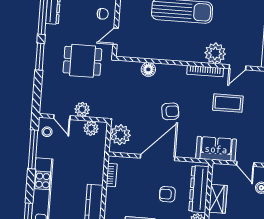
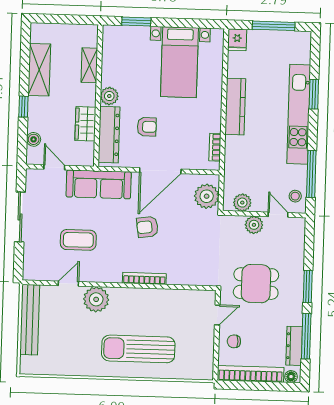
floor lamp: (148, 69) -> (176, 276), removed
bookcase: (205, 71) -> (144, 278), moved
sofa: (216, 149) -> (99, 184), width x1.36

